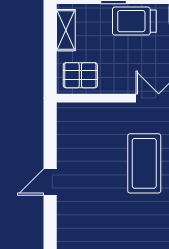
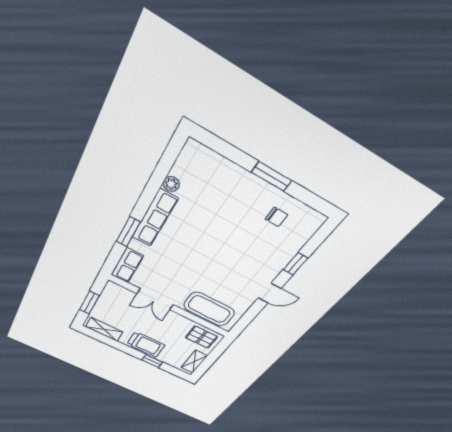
coffee table: (144, 163) -> (209, 309), moved, turned 90
window: (50, 231) -> (295, 264), added

